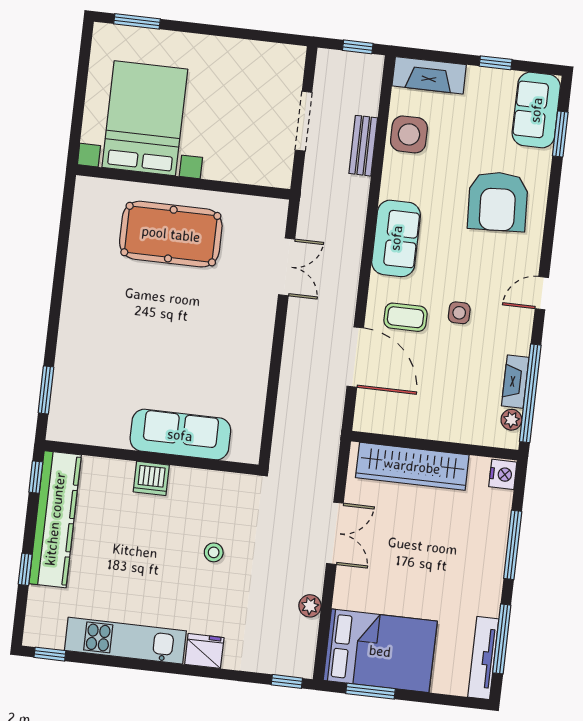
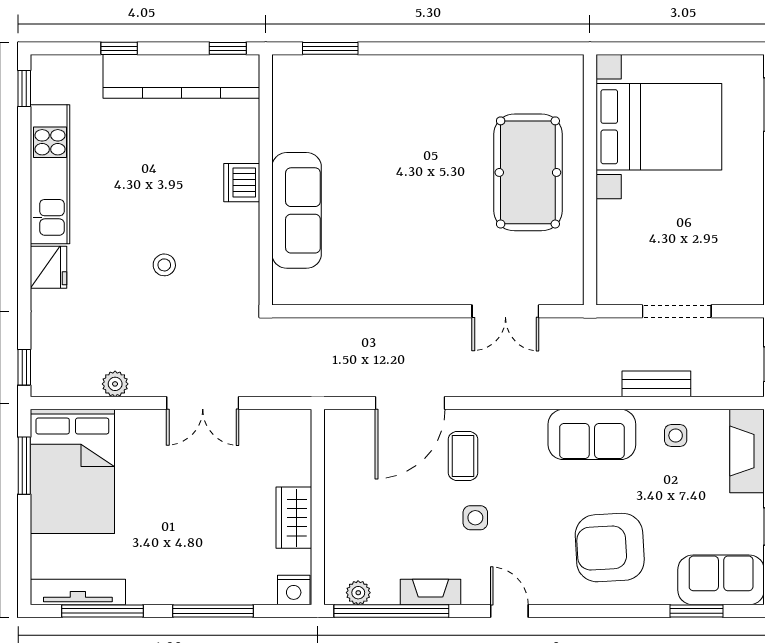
side table: (409, 134) -> (676, 435), width x0.54, depth x0.54
sofa: (396, 238) -> (592, 434), moved
fireplace: (515, 382) -> (431, 592), moved
wardrobe: (412, 466) -> (294, 518), width x0.48, depth x0.85

